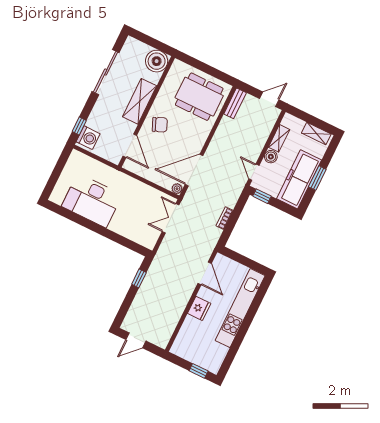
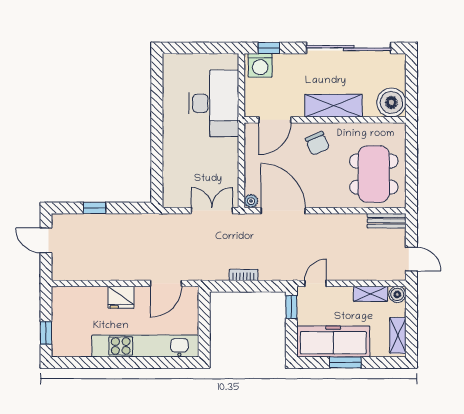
sliding door: (106, 72) -> (349, 48), width x1.36
boiler: (271, 157) -> (397, 294), moved
desk: (92, 201) -> (214, 103), moved, turned 180
window: (139, 278) -> (95, 208), moved

